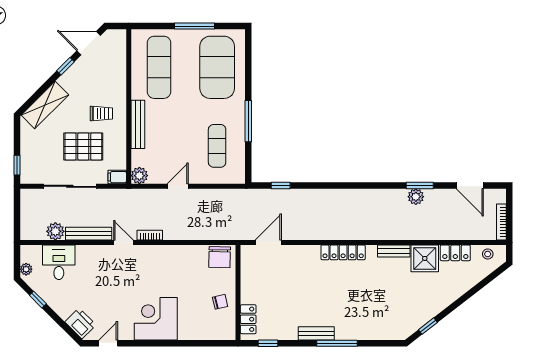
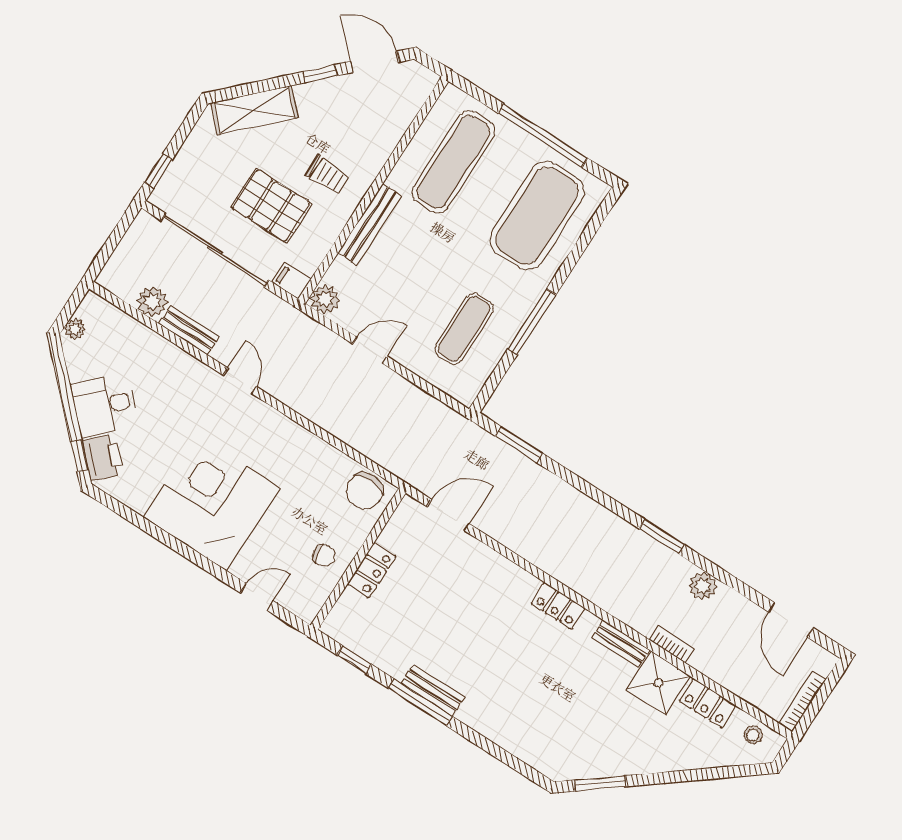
window: (195, 26) -> (543, 135), width x1.46
window: (281, 185) -> (519, 445), width x1.50
window: (420, 185) -> (662, 537), moved
sliding door: (70, 186) -> (215, 250), width x1.36
bench: (89, 234) -> (189, 330), width x0.73
bookcase: (150, 235) -> (671, 644), moved
locker: (343, 252) -> (558, 606), width x0.66
desk: (59, 262) -> (104, 405), moved, turned -135
window: (38, 300) -> (79, 456), moved
corner desk: (156, 319) -> (212, 502), width x1.36, depth x1.36
locker: (248, 319) -> (372, 570), moved
window: (428, 326) -> (600, 783), width x1.50
door: (108, 343) -> (257, 597), moved
window: (337, 343) -> (420, 702), moved

